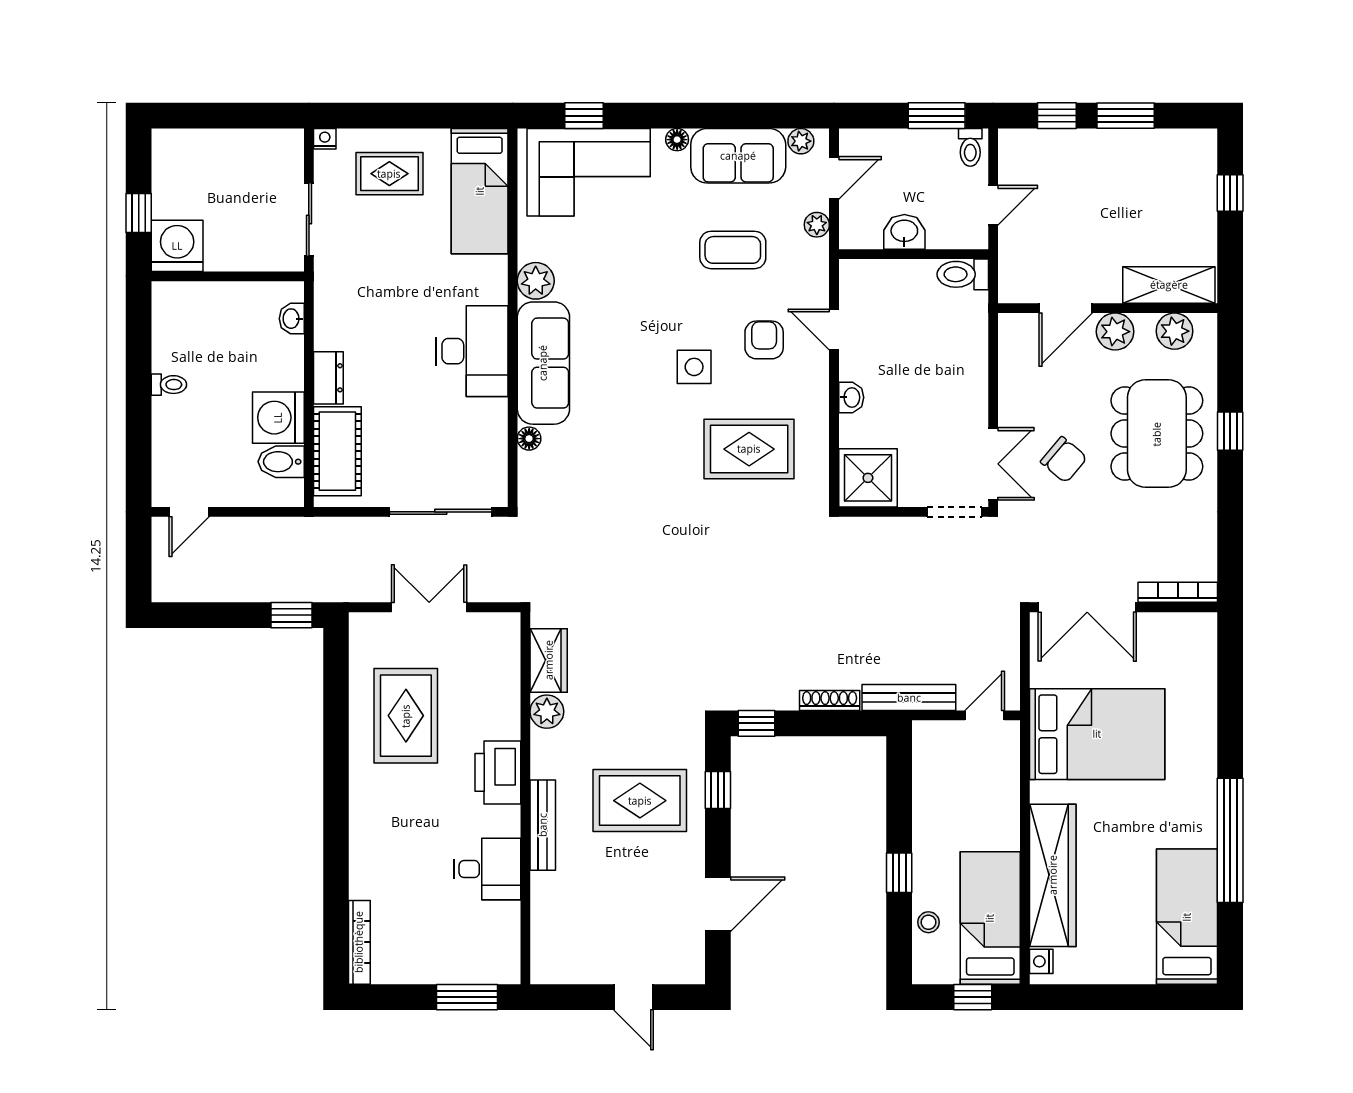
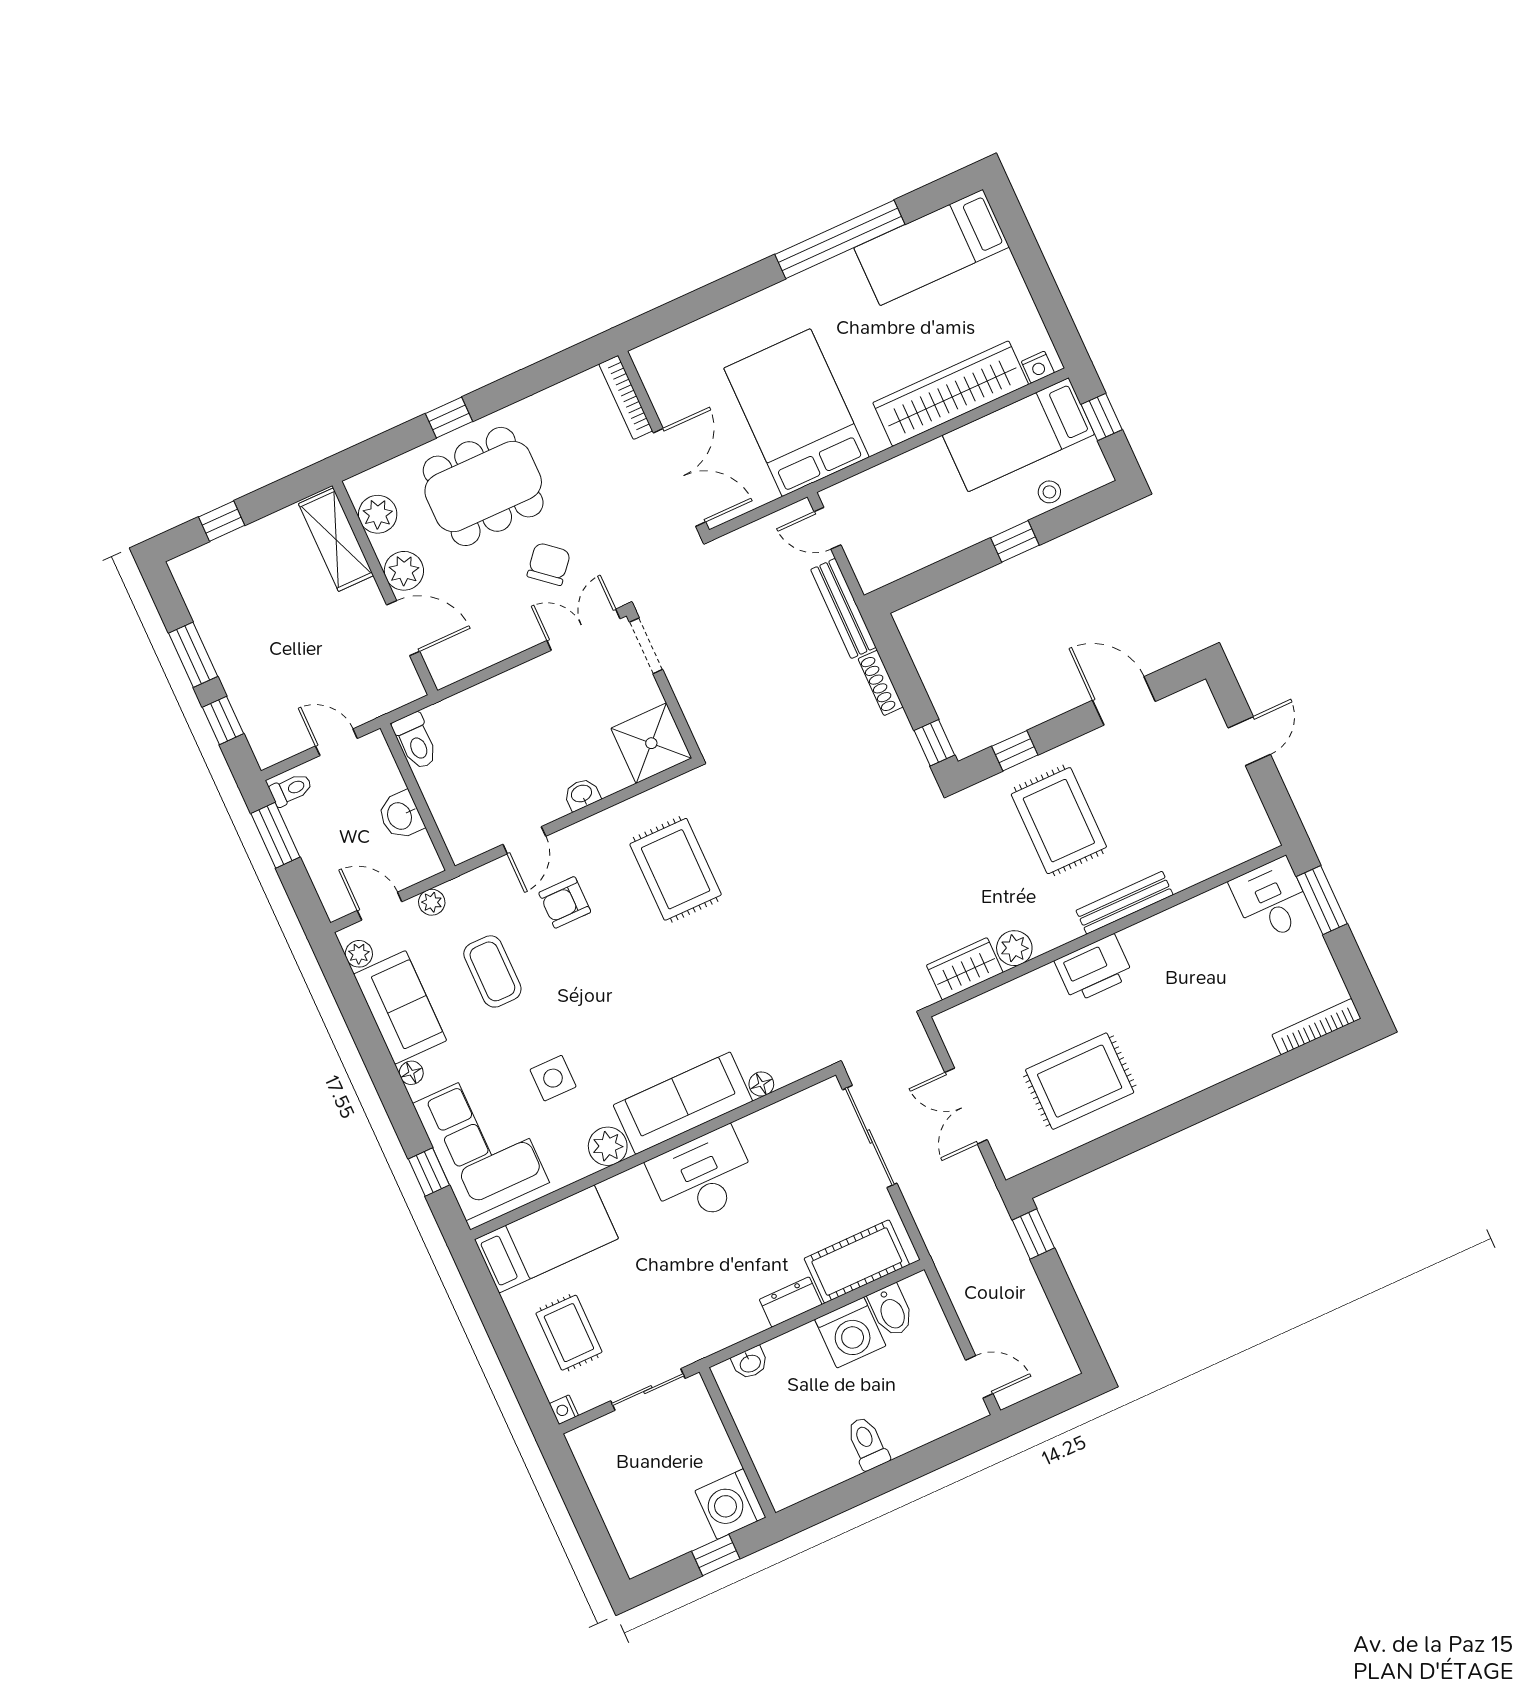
side table: (694, 367) -> (553, 1078), moved
toilet: (169, 385) -> (867, 1443), width x1.37, depth x1.39
desk: (487, 869) -> (1271, 900), moved

